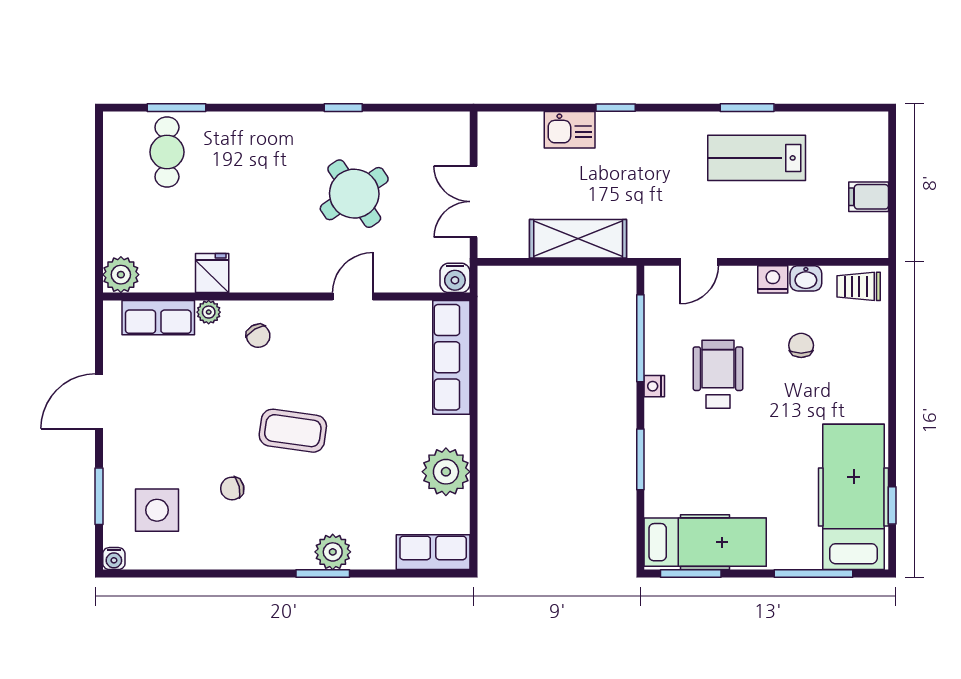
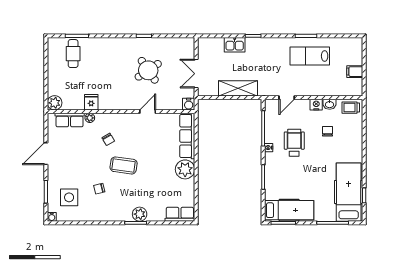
chair: (258, 336) -> (108, 139), moved
plant: (446, 472) -> (185, 169), moved

